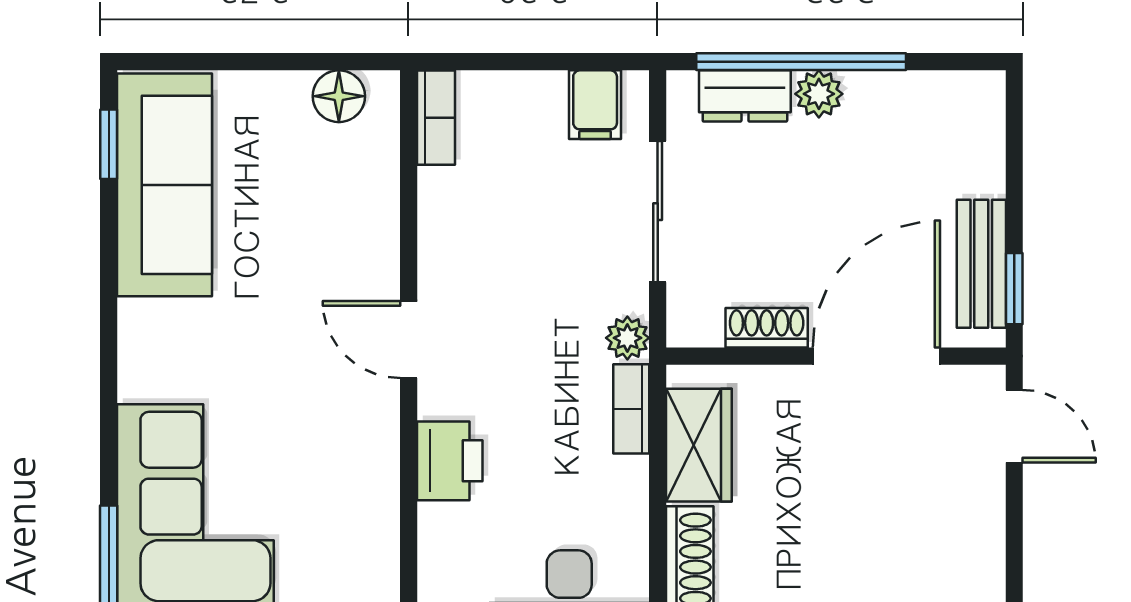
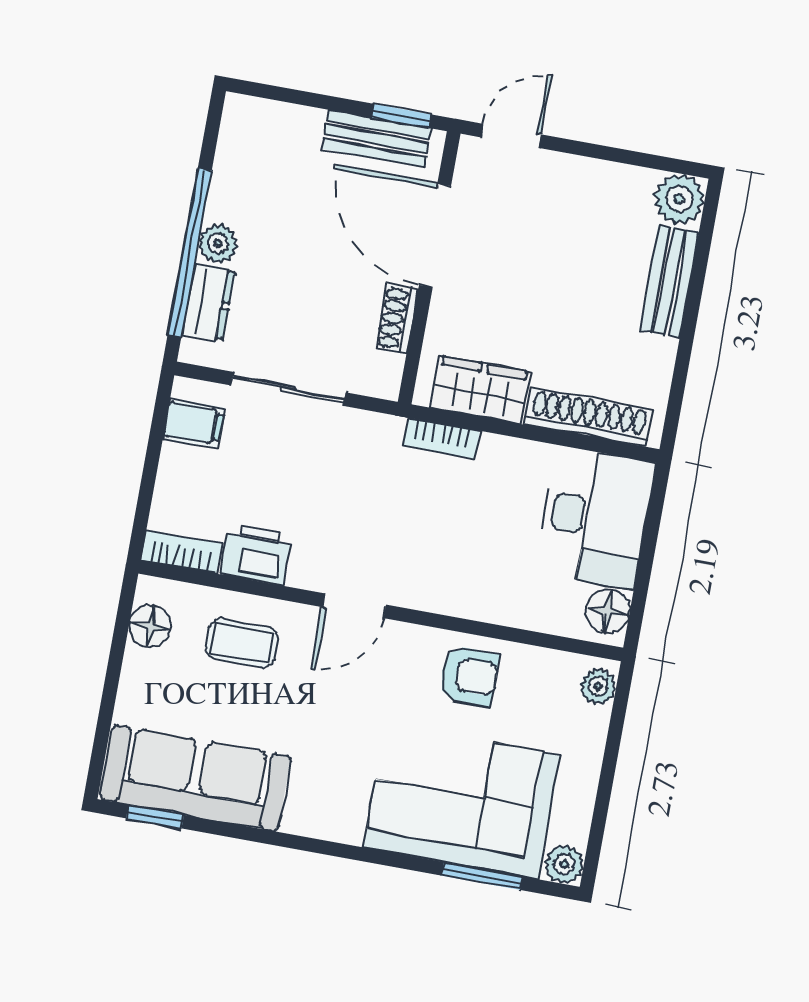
coffee table: (338, 211) -> (242, 643), added
plant: (627, 338) -> (385, 431), removed
printer: (450, 461) -> (256, 554), moved
armchair: (349, 494) -> (469, 676), added

